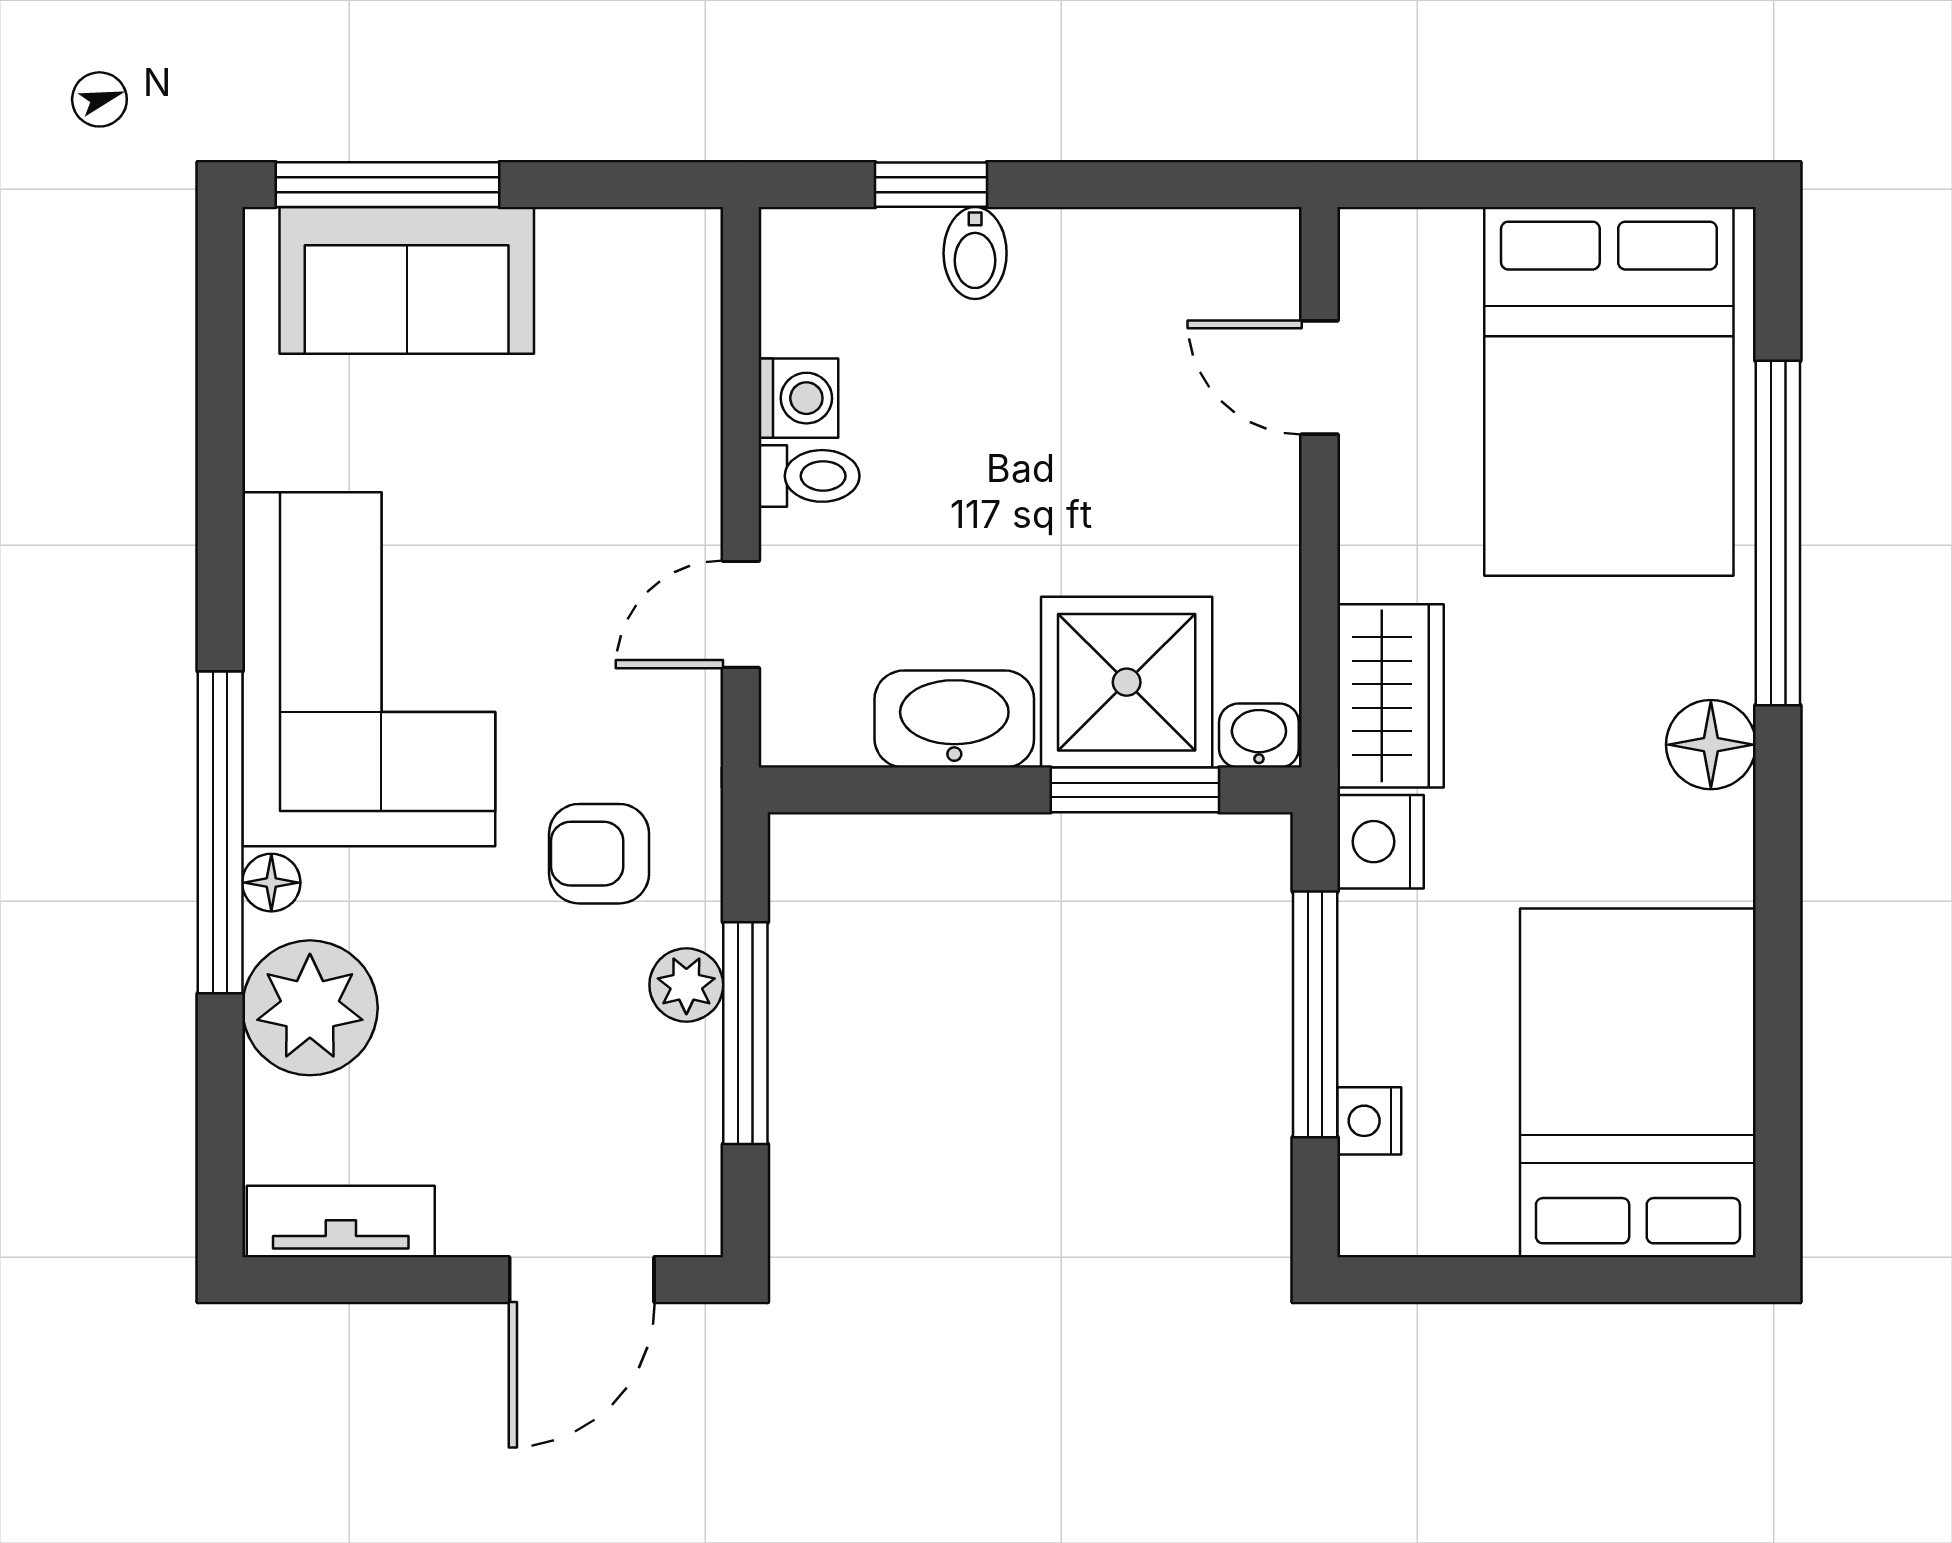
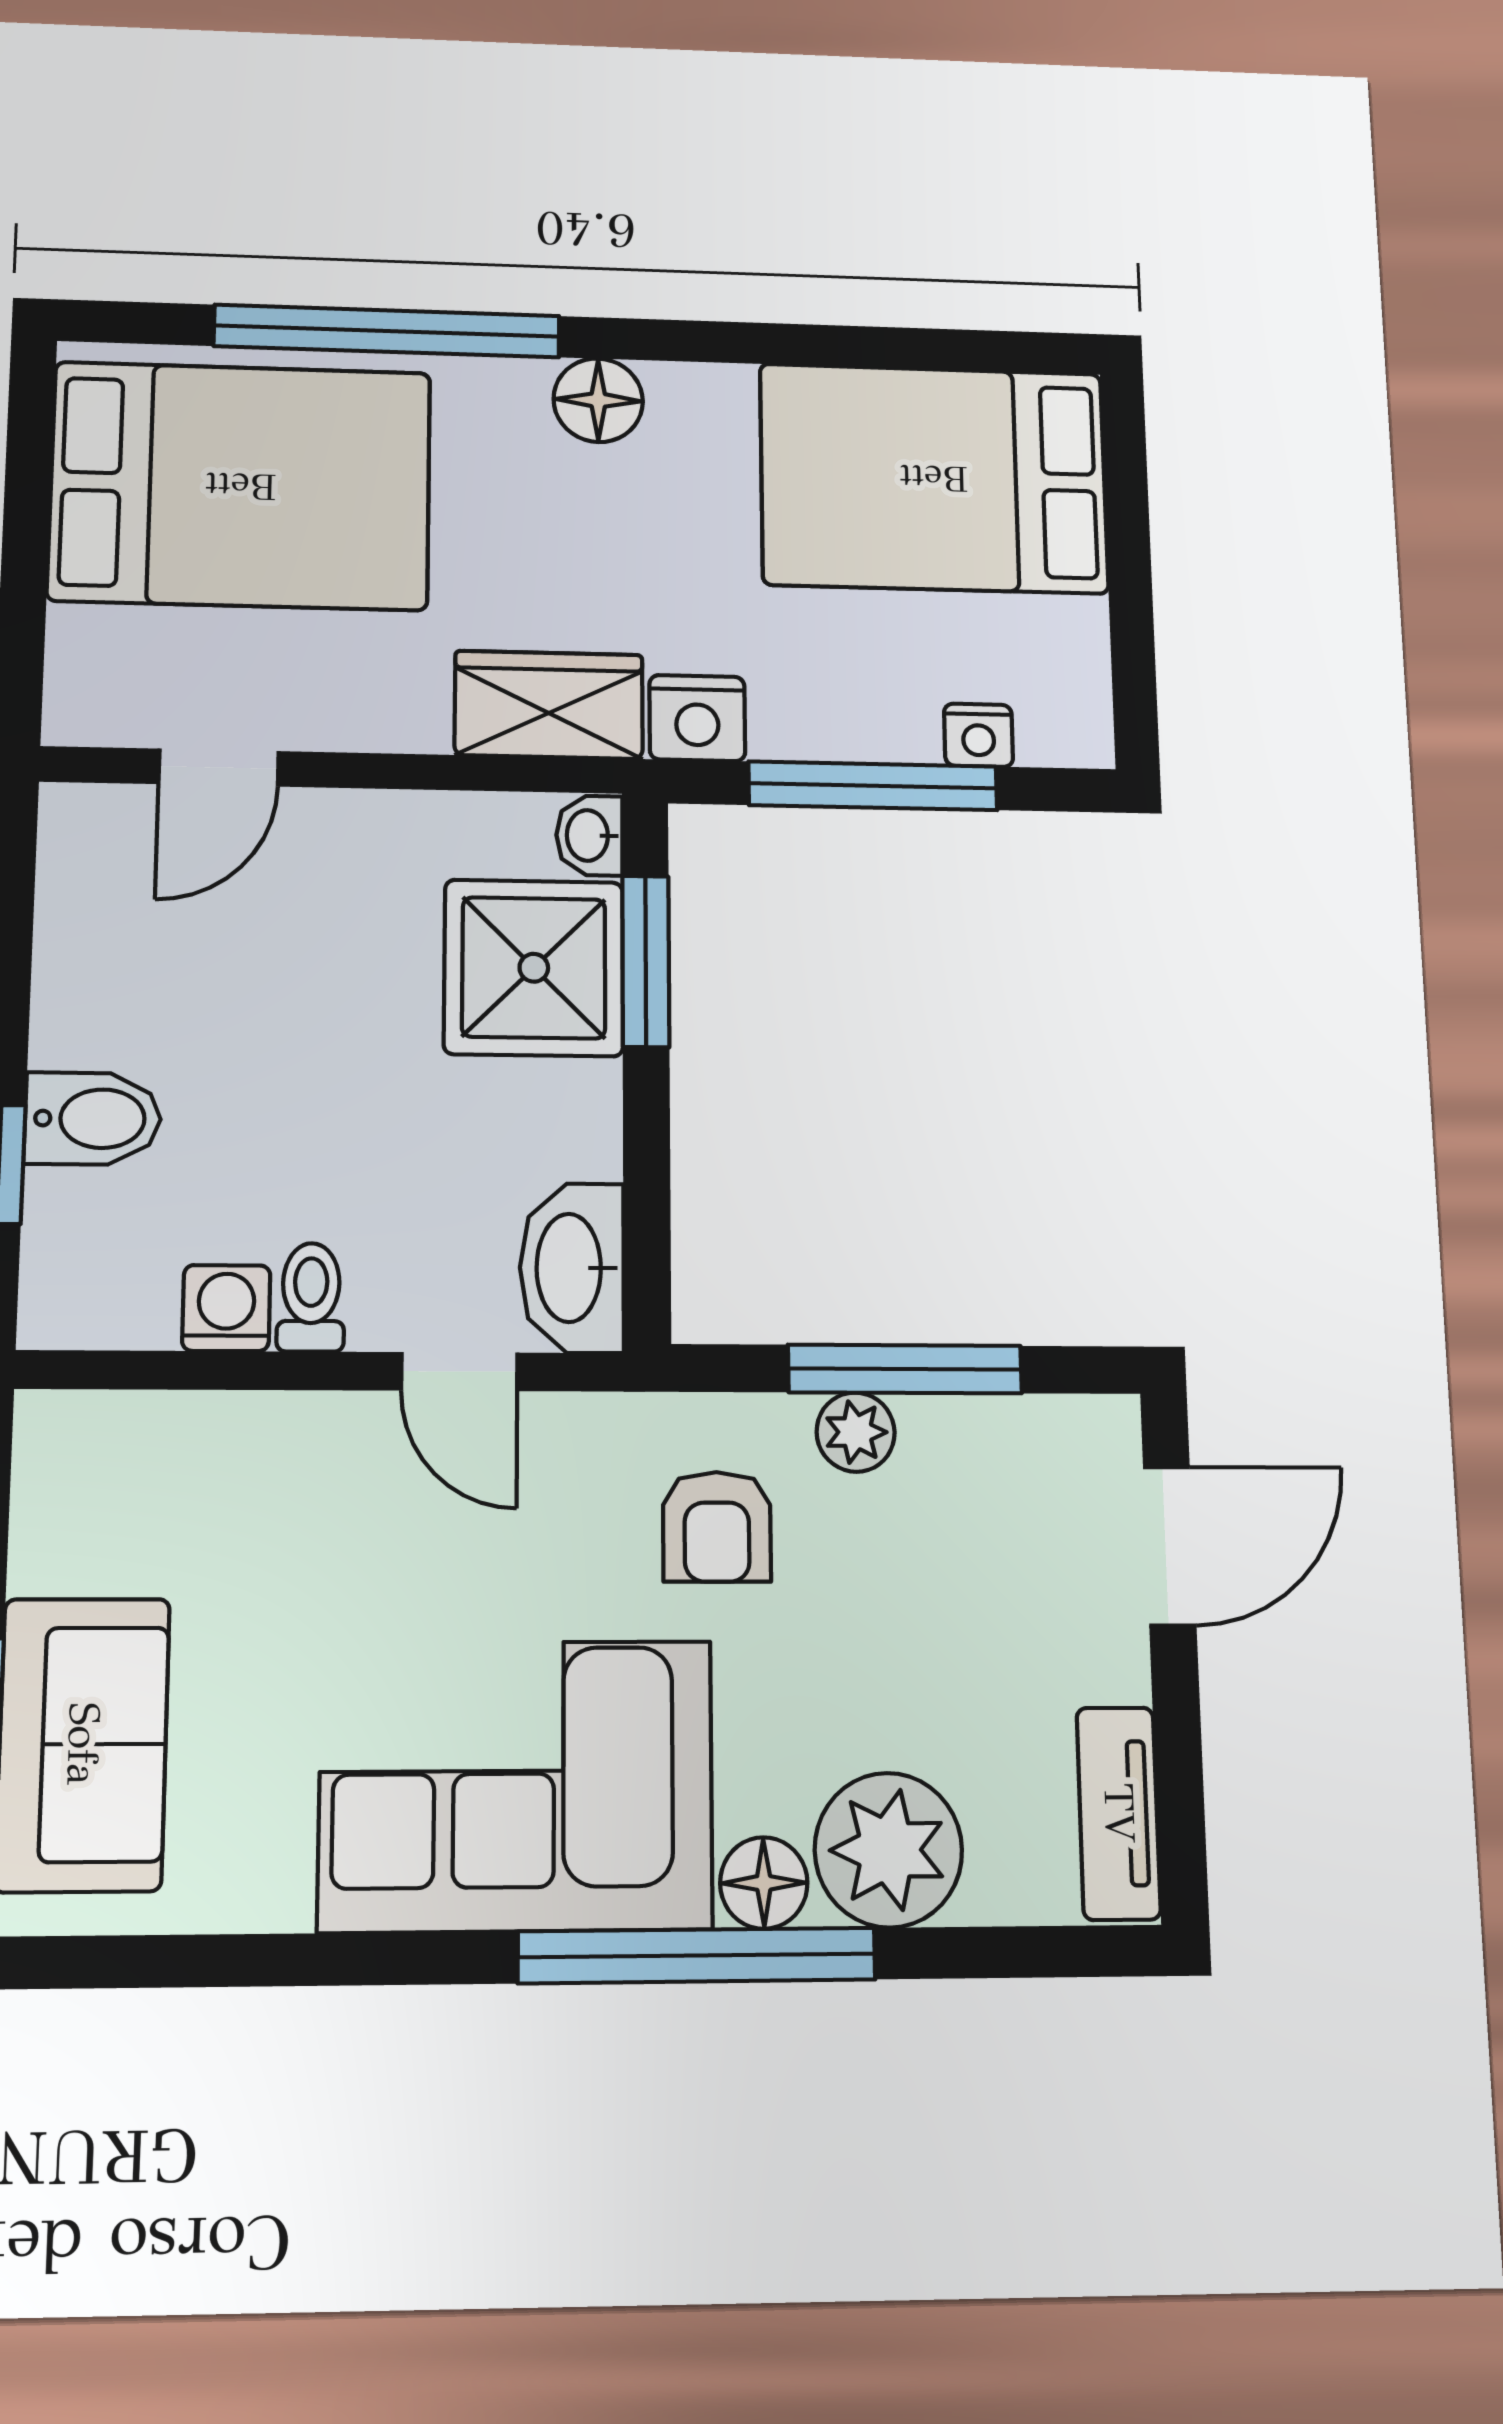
bidet: (975, 253) -> (93, 1119), width x1.38, depth x1.36
washbasin: (954, 719) -> (572, 1268), moved
floor lamp: (271, 883) -> (764, 1883), width x1.37, depth x1.37
door: (582, 1280) -> (1170, 1546), hinge flipped

